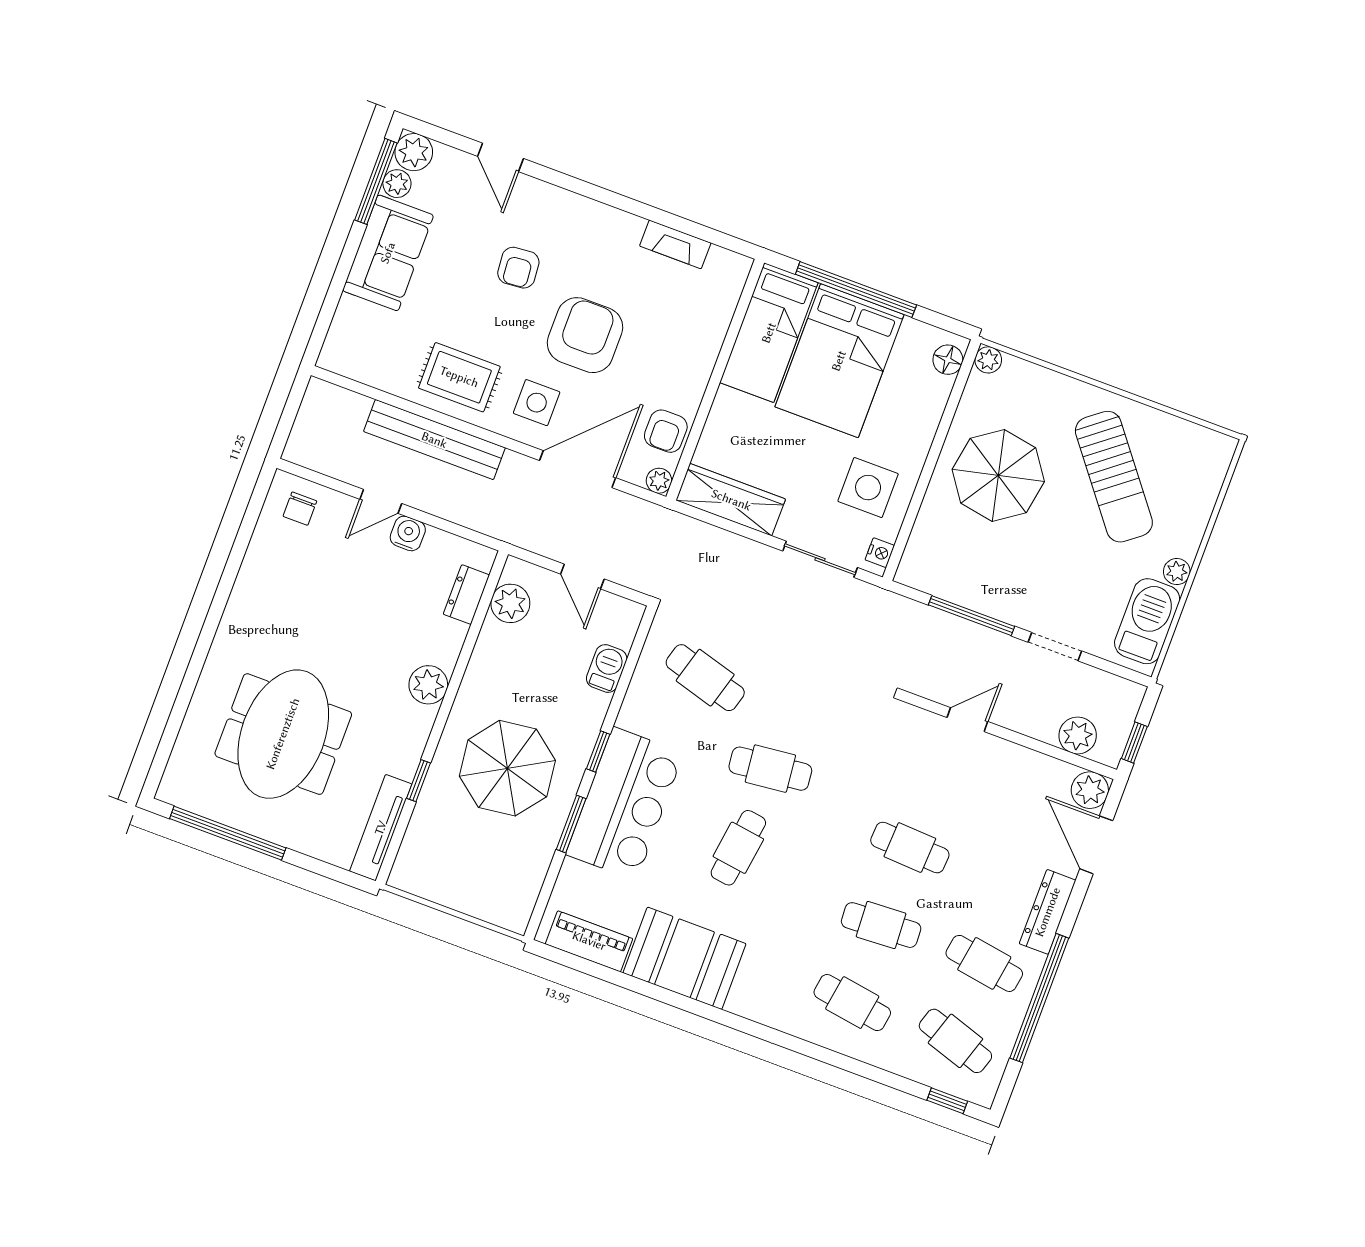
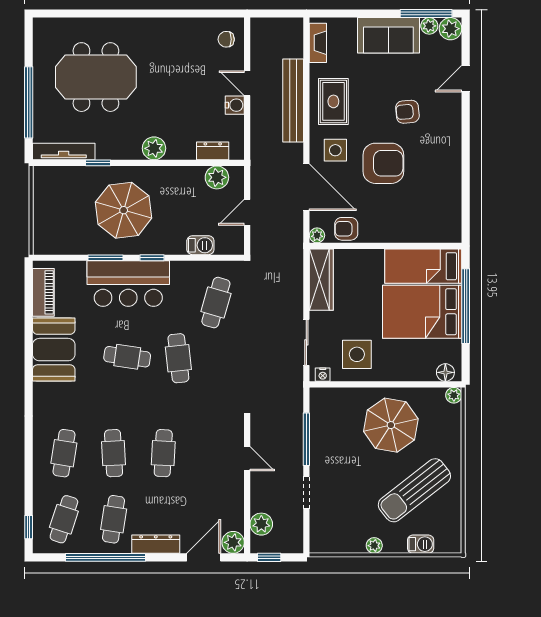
fireplace: (675, 244) -> (318, 43), moved, turned 180
barbecue: (1147, 621) -> (421, 544), moved, width x0.53, depth x0.65
window: (228, 833) -> (29, 102), moved

